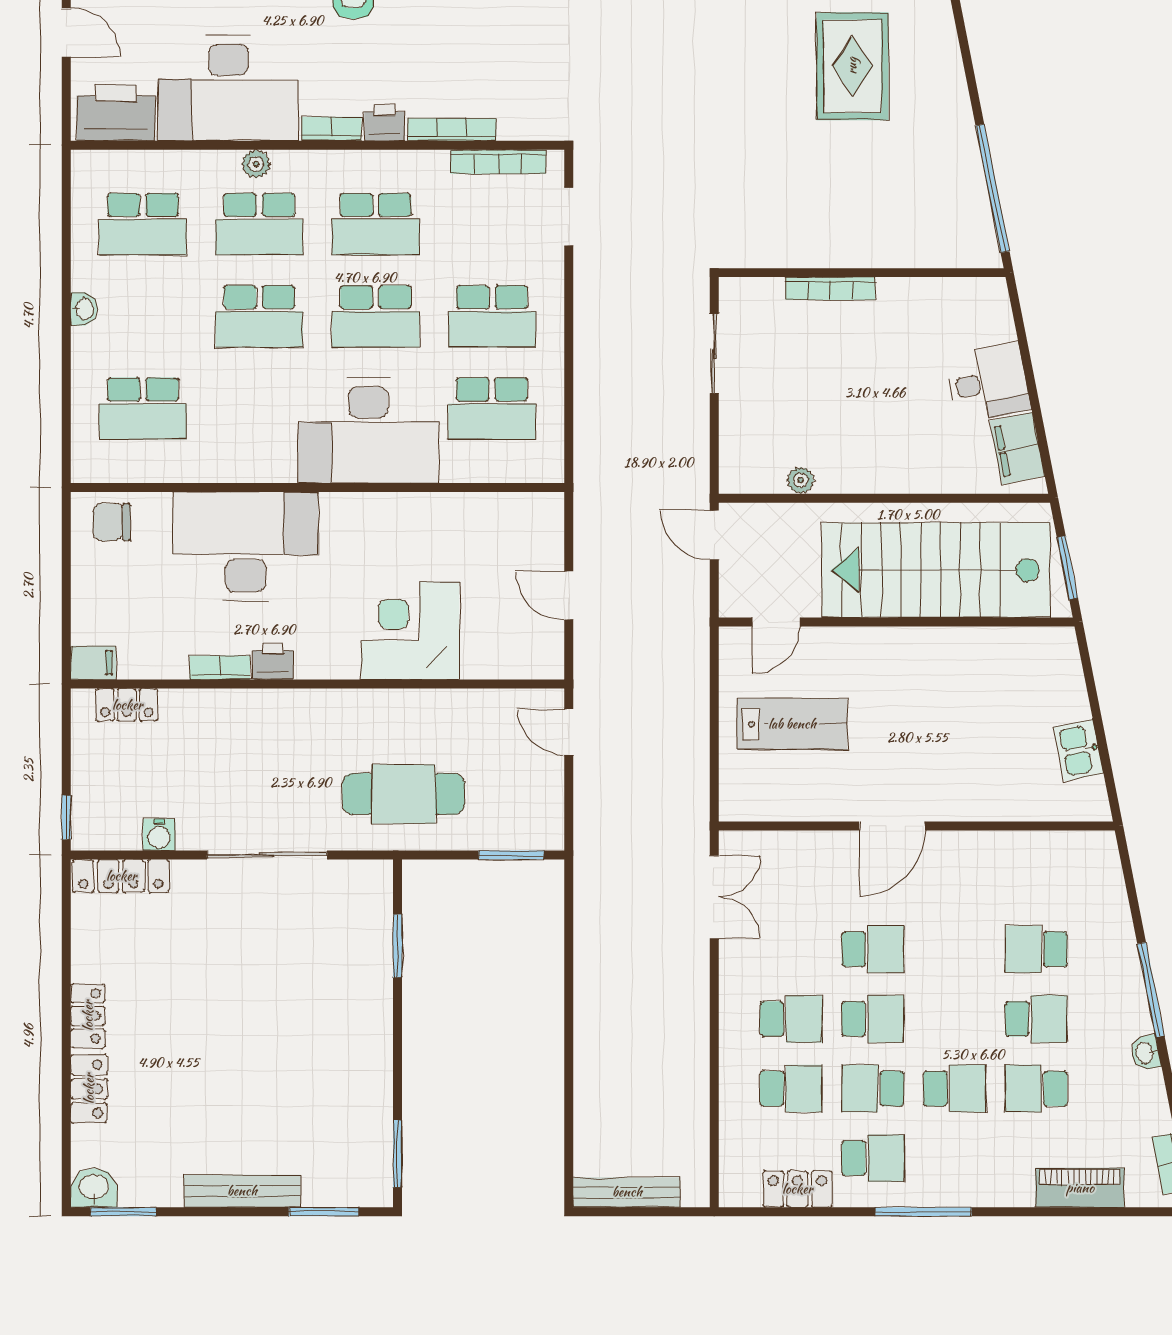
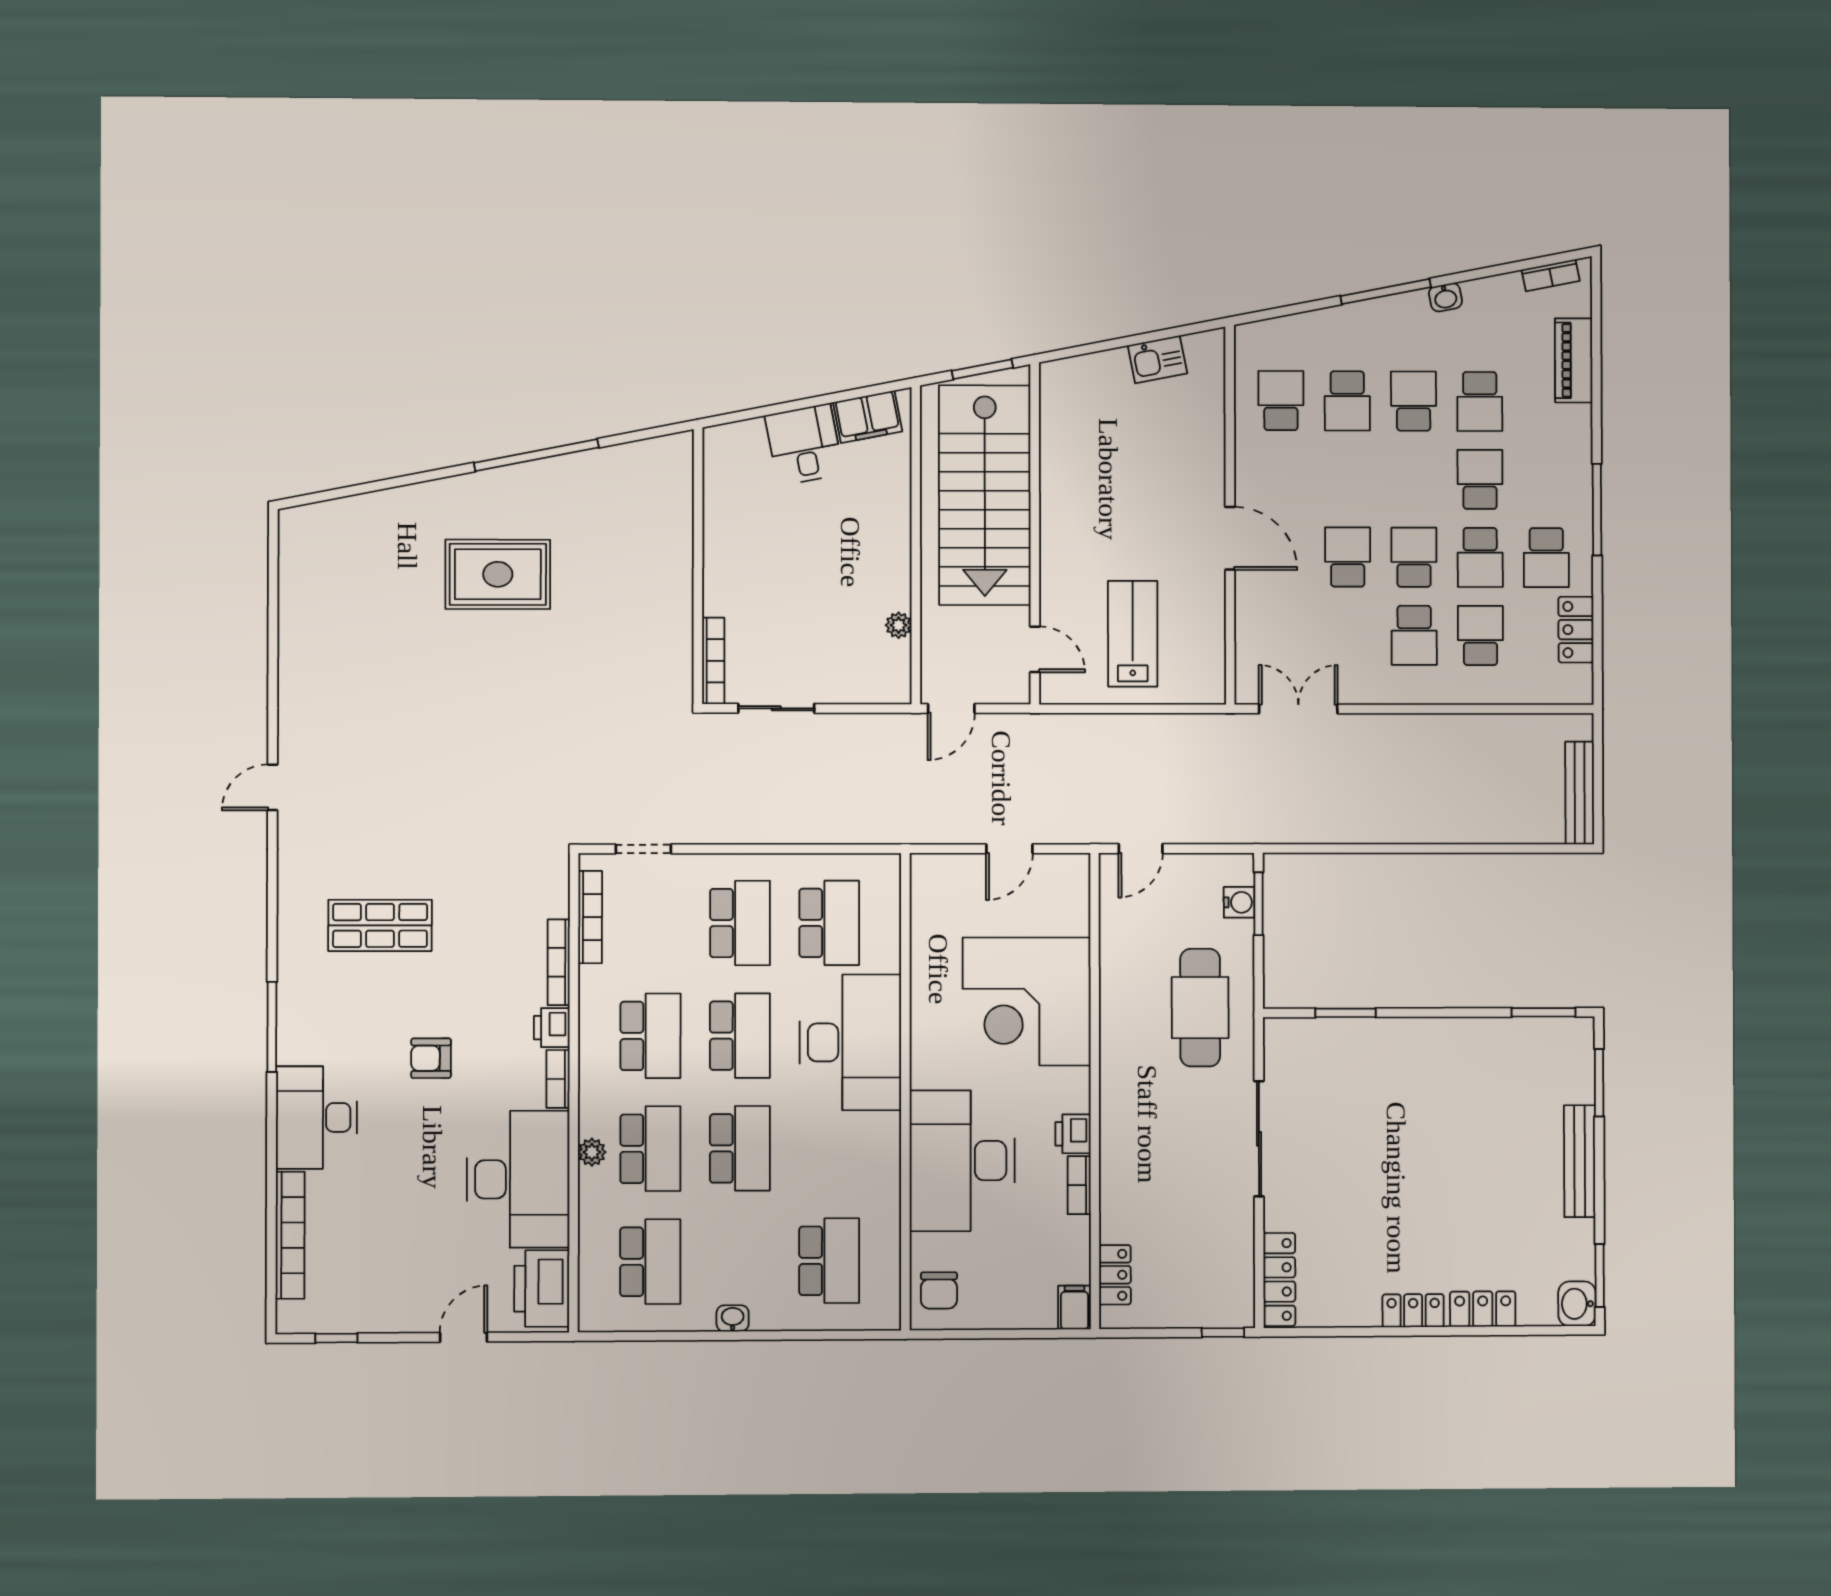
window: (992, 188) -> (536, 455), moved
bookcase: (830, 288) -> (713, 661), moved
corner desk: (410, 631) -> (1027, 1001), width x1.36, depth x1.36
water cooler: (159, 835) -> (1239, 902), moved
school desk: (1036, 880) -> (1281, 401), added
school desk: (791, 1019) -> (1414, 635), turned 180
school desk: (873, 1158) -> (1546, 558), turned 180

